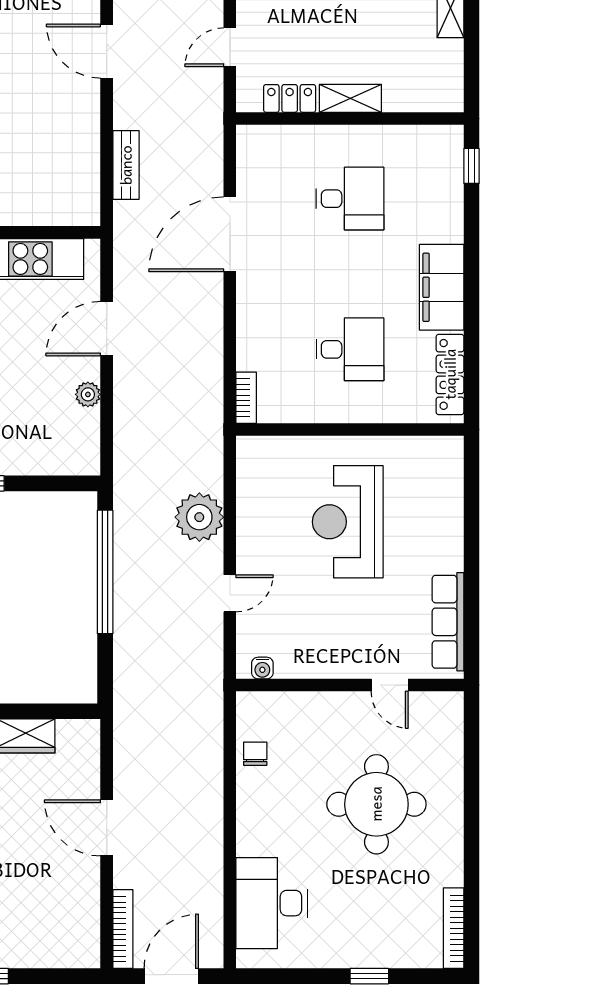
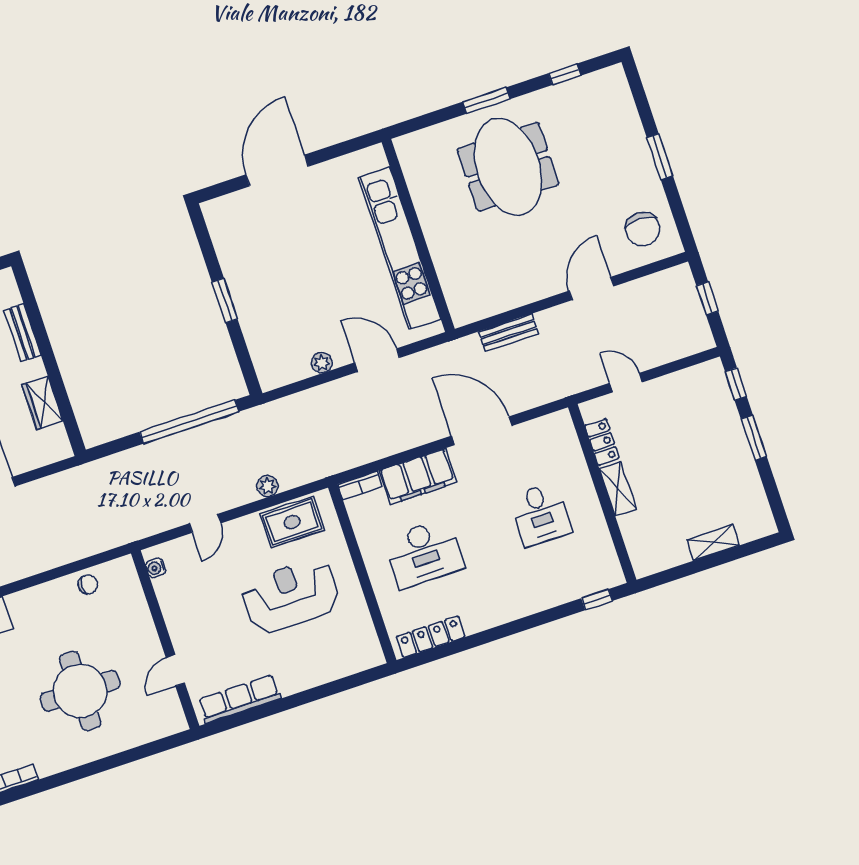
filing cabinet: (442, 287) -> (418, 477), moved, turned 180
desk: (350, 349) -> (424, 553), width x1.37
rug: (262, 491) -> (292, 522), added
plant: (199, 517) -> (268, 486), width x0.53, depth x0.53
door: (230, 593) -> (205, 523), hinge flipped

